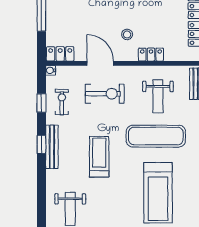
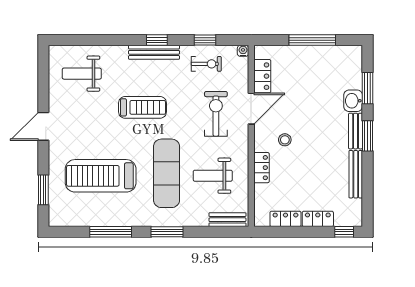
locker: (60, 54) -> (262, 76), moved
exercise bike: (105, 94) -> (216, 114), turned 180

